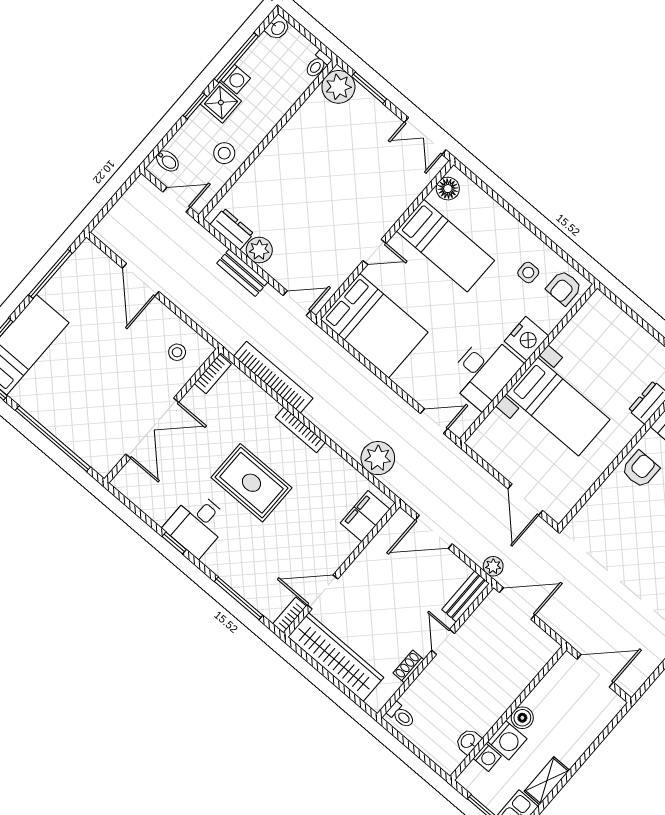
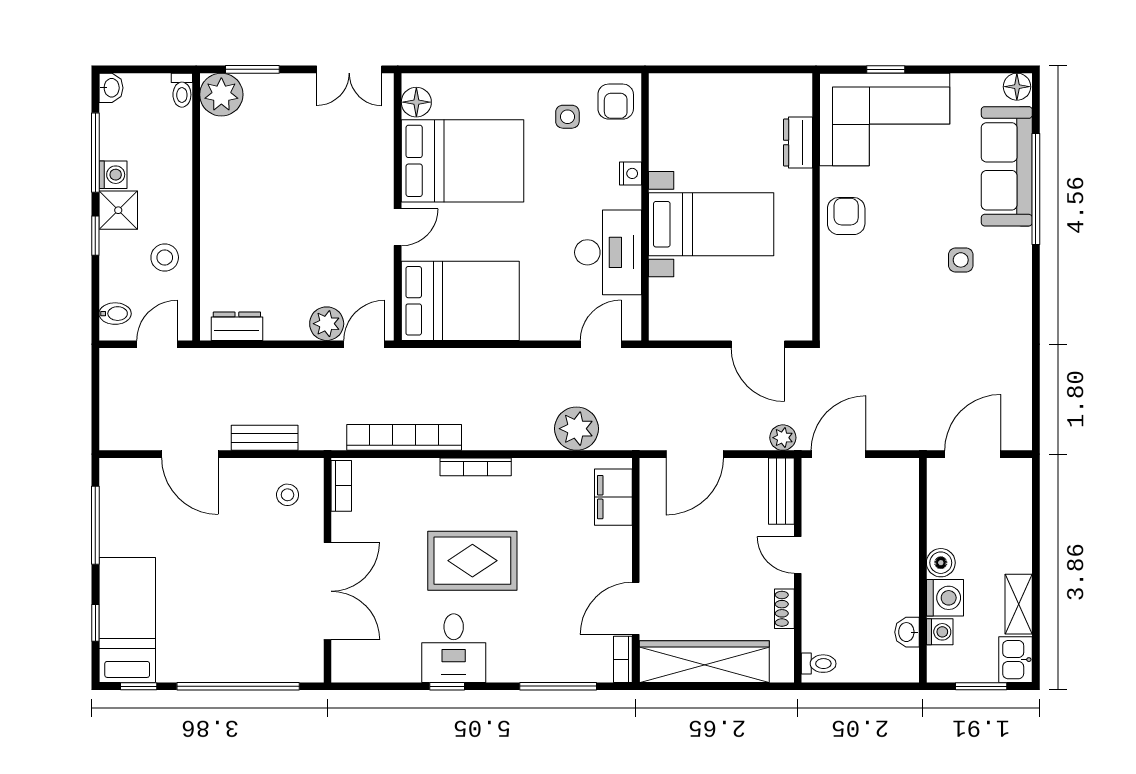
bed: (445, 246) -> (462, 161), width x1.50
plant: (259, 250) -> (327, 324), moved
bench: (242, 273) -> (265, 438), moved
nightstand: (526, 339) -> (630, 173), width x0.53, depth x0.56

